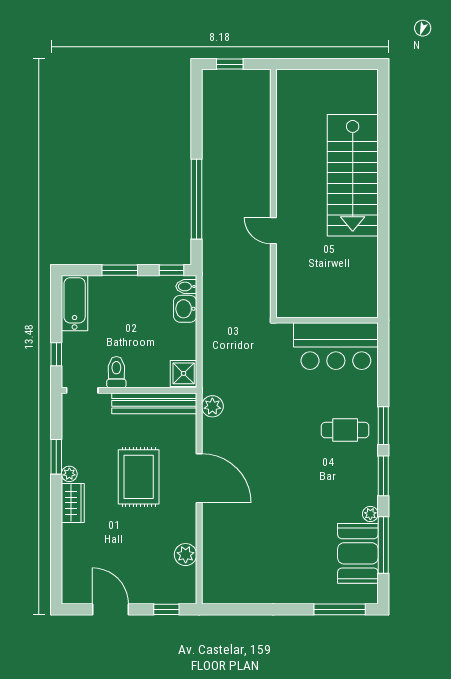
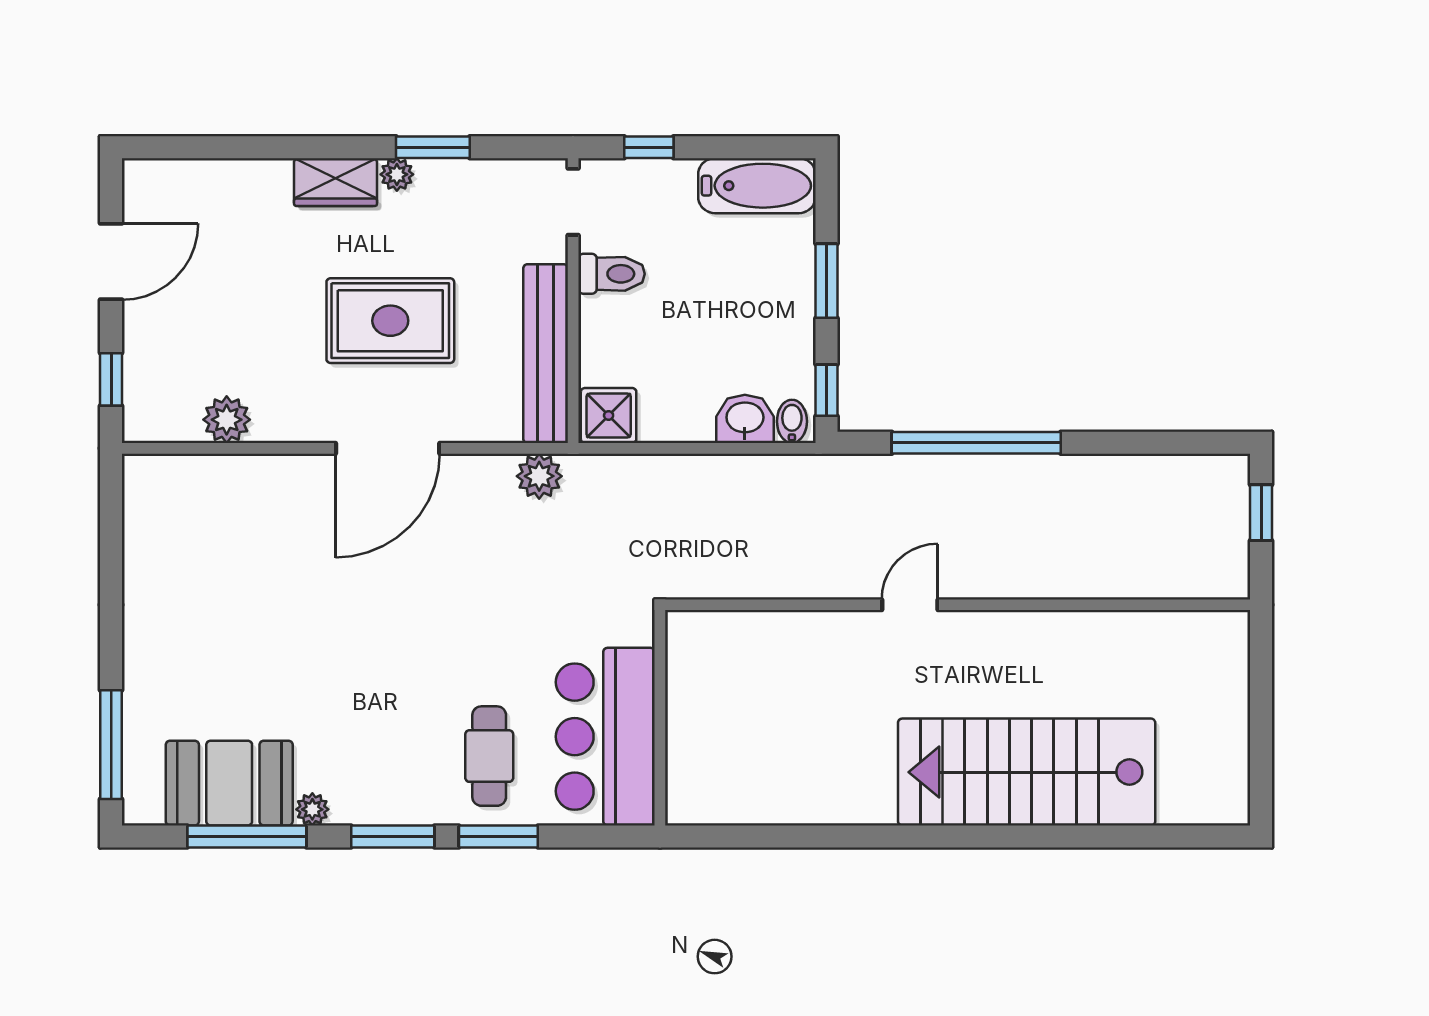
wall: (327, 320) -> (660, 718), moved
bar counter: (336, 346) -> (605, 737), moved

